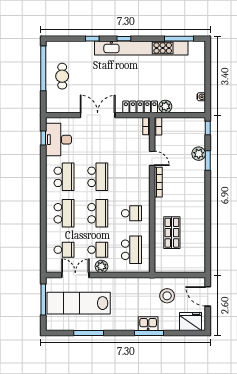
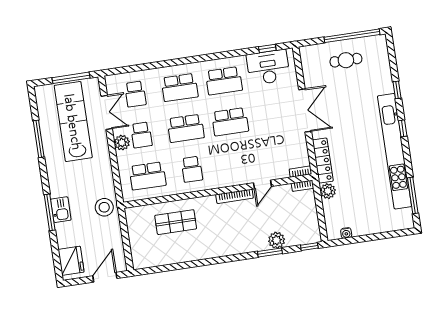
stool: (167, 296) -> (104, 207), moved

